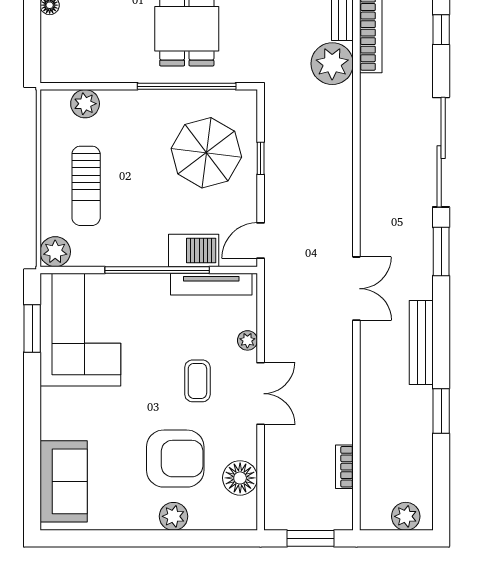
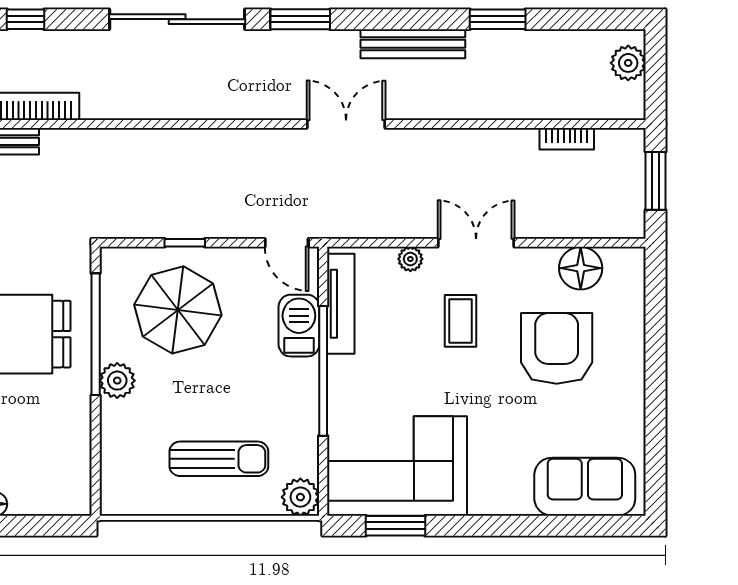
plant: (332, 64) -> (68, 154), removed
plant: (85, 104) -> (117, 381), moved
coffee table: (197, 381) -> (460, 321), turned 90
plant: (173, 516) -> (628, 351), removed

